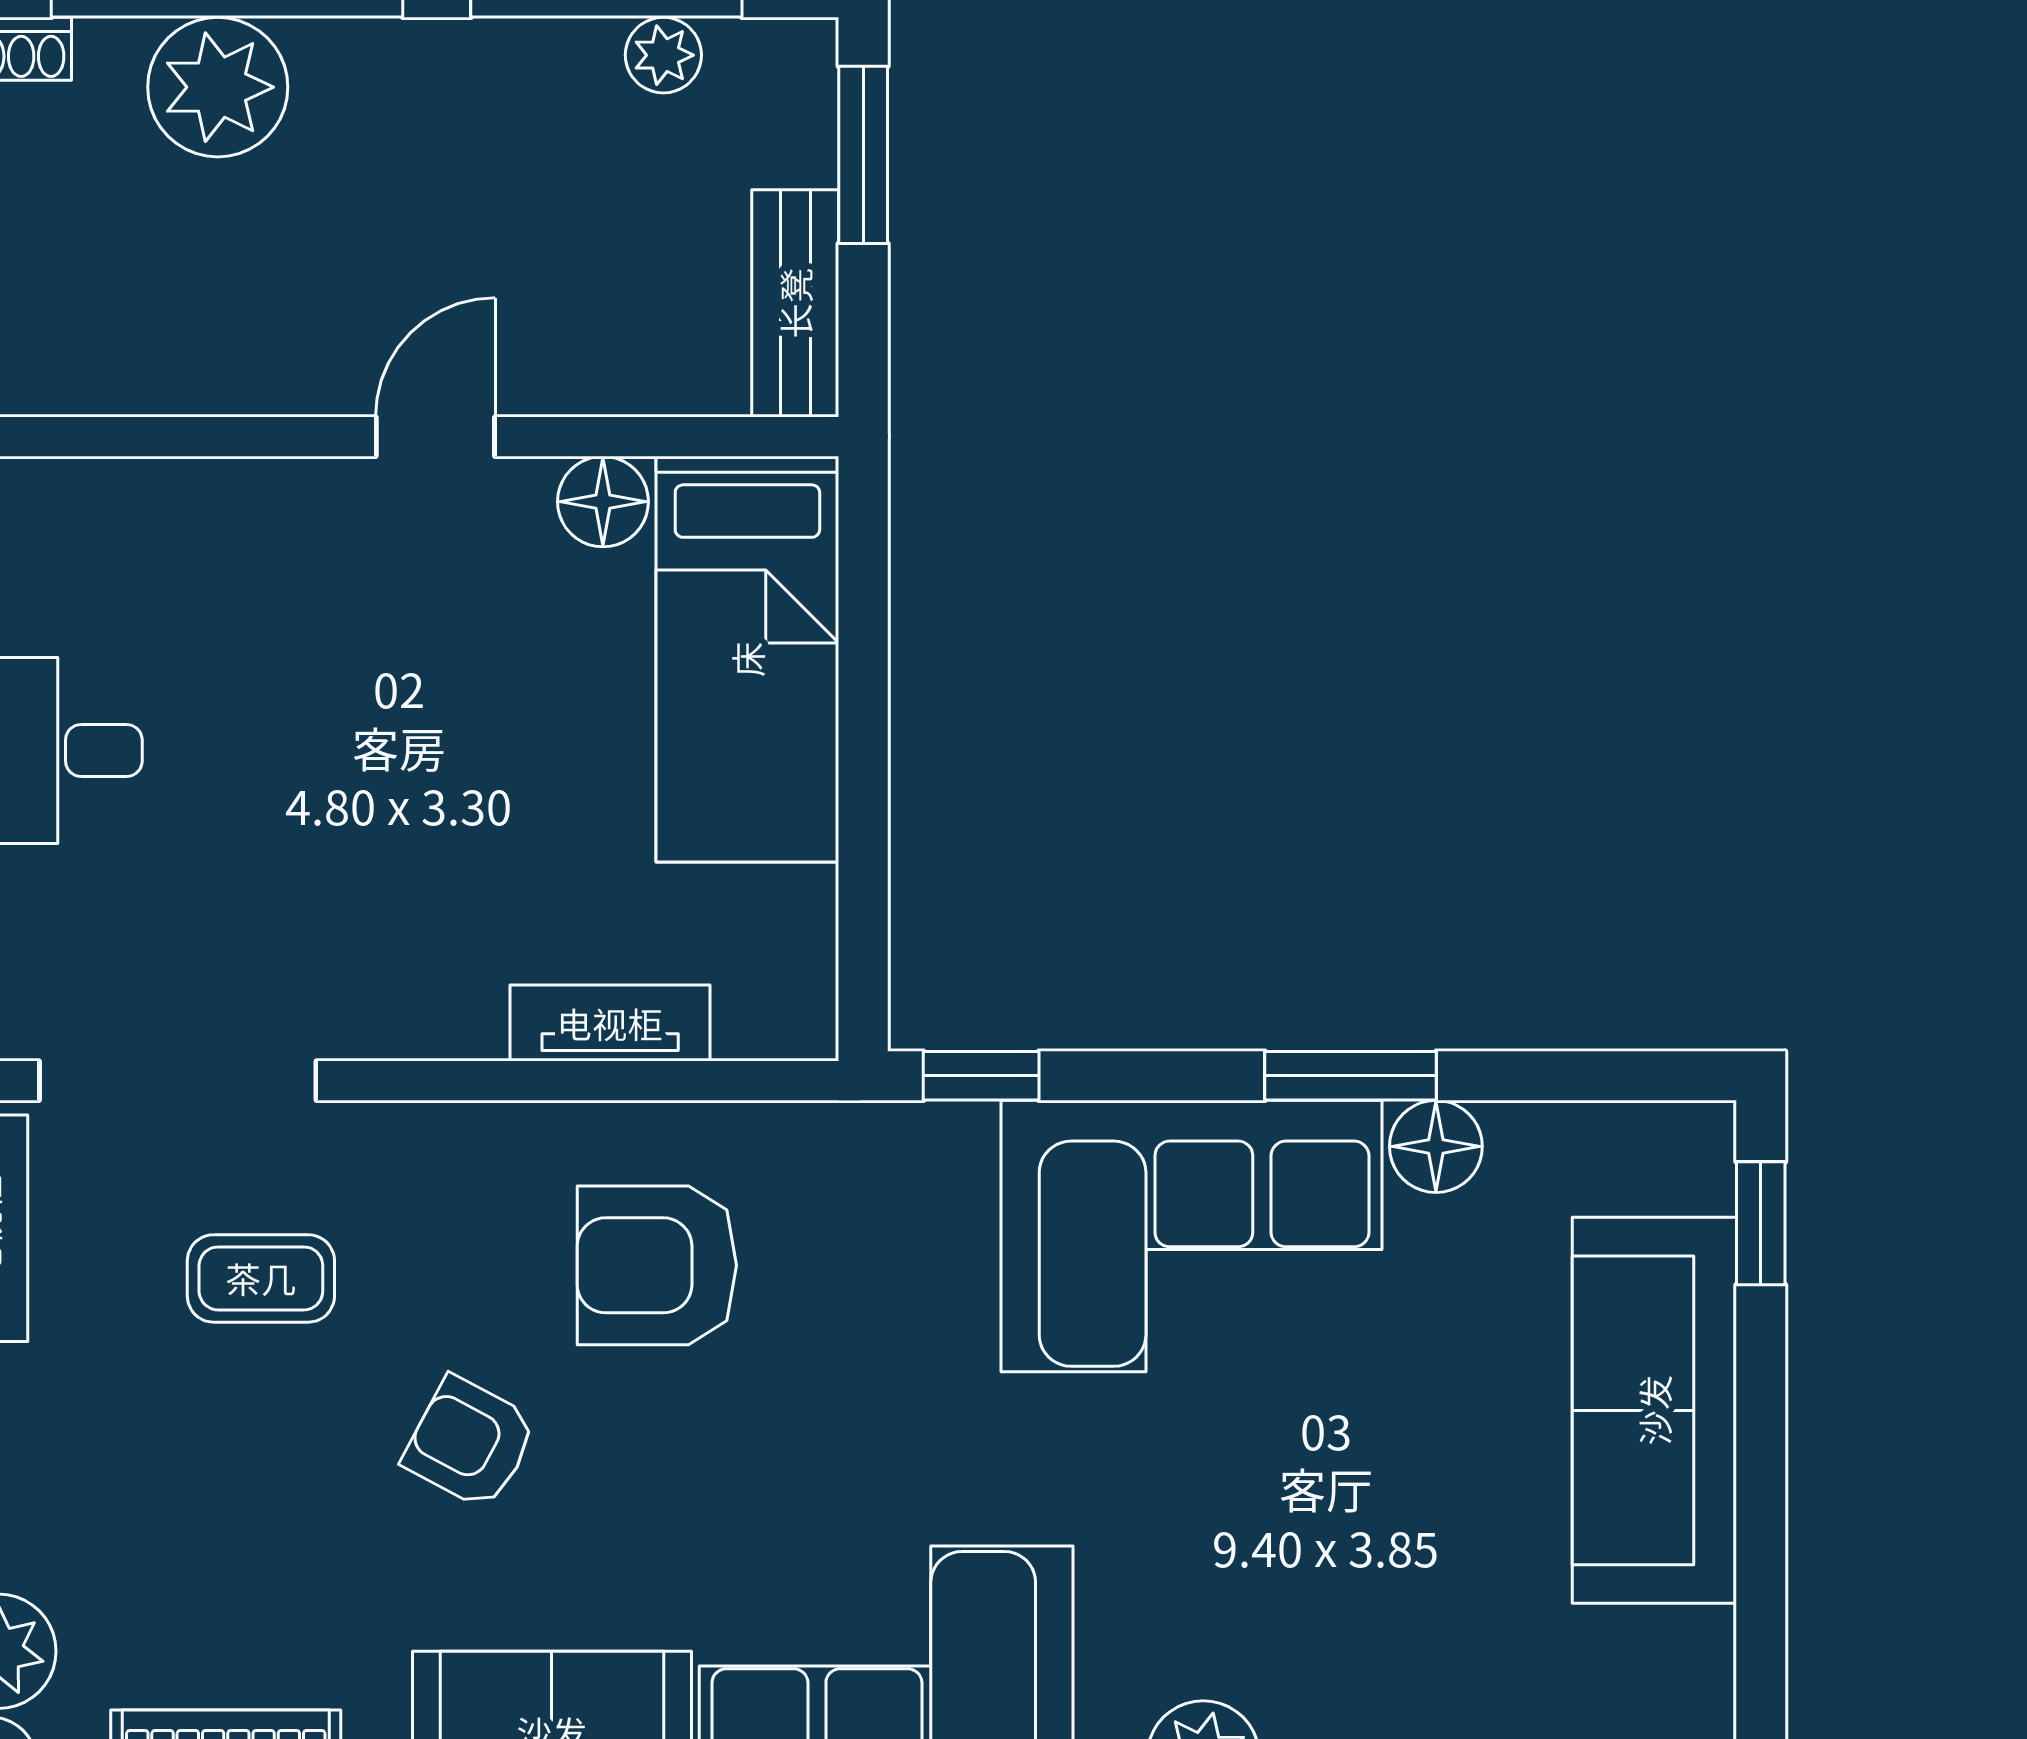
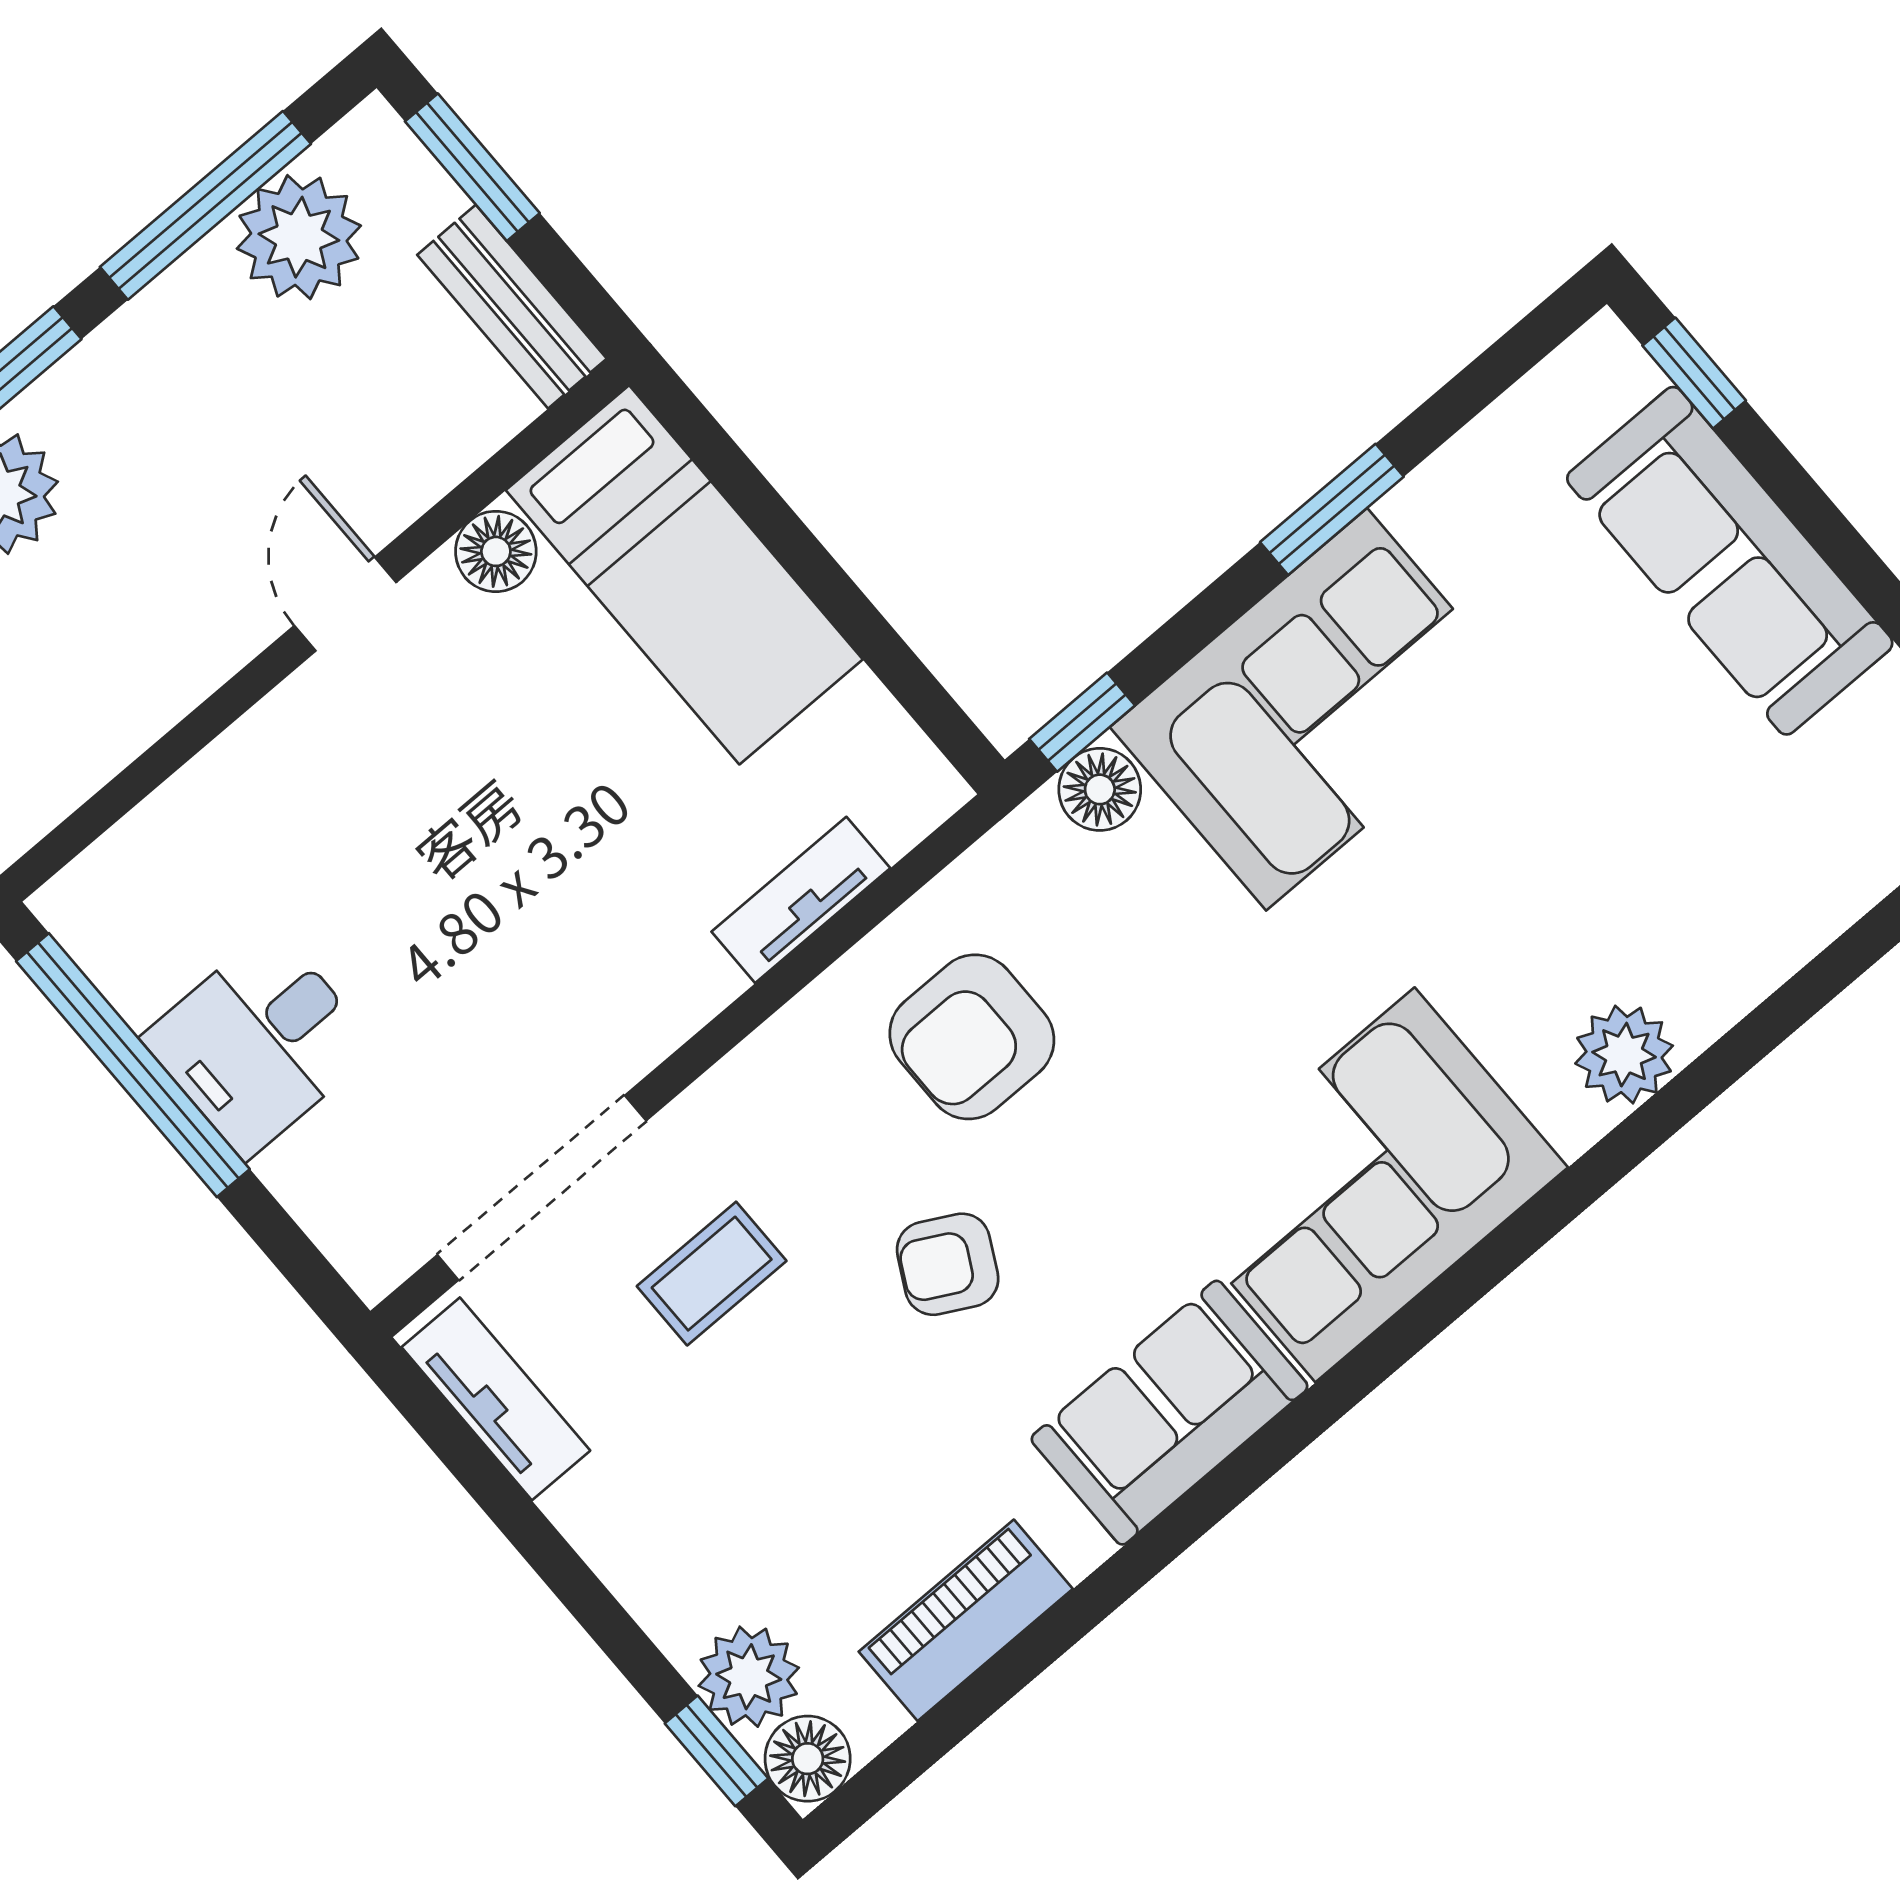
plant: (663, 55) -> (299, 237), width x1.88, depth x1.88
floor lamp: (1436, 1146) -> (1100, 789), moved

